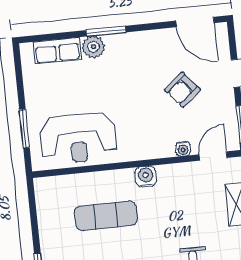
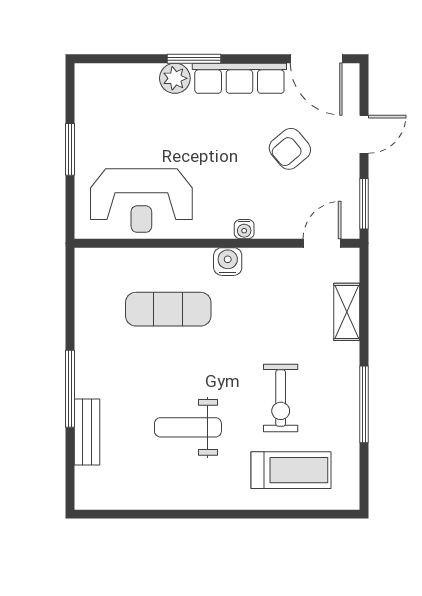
row of seats: (57, 51) -> (239, 78), moved, width x1.48
window: (24, 129) -> (70, 149), moved
water cooler: (183, 149) -> (244, 229), moved

